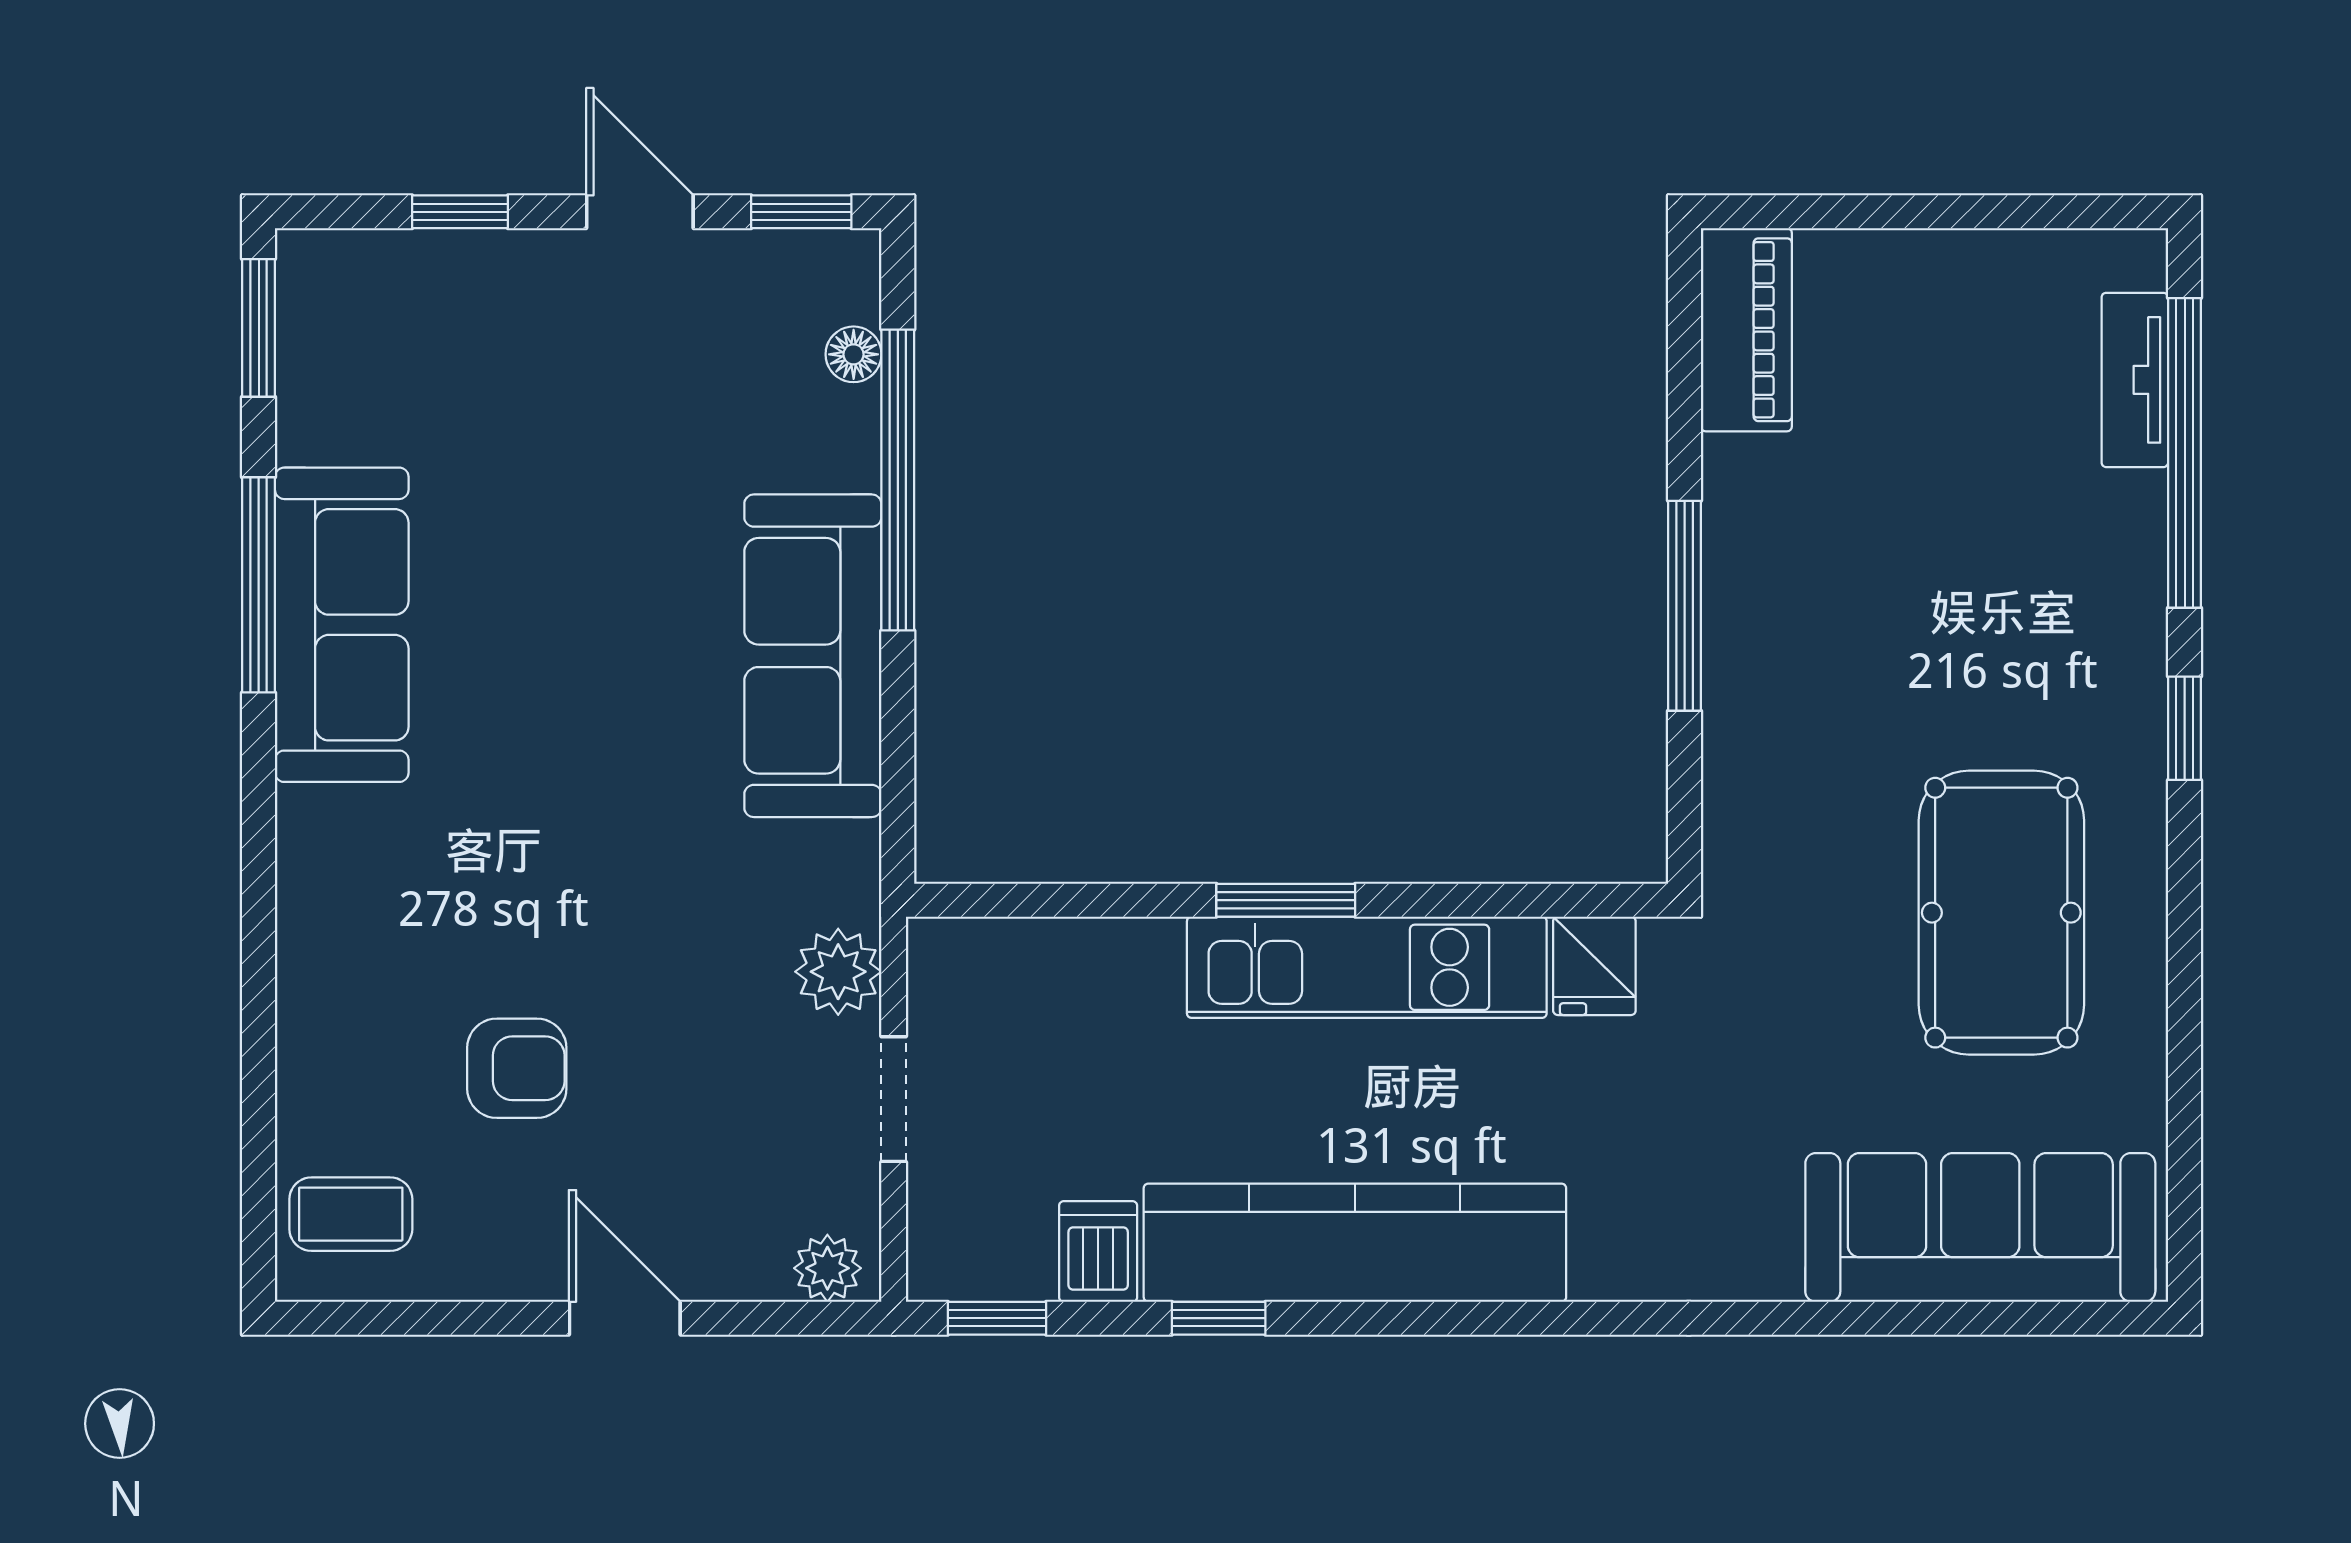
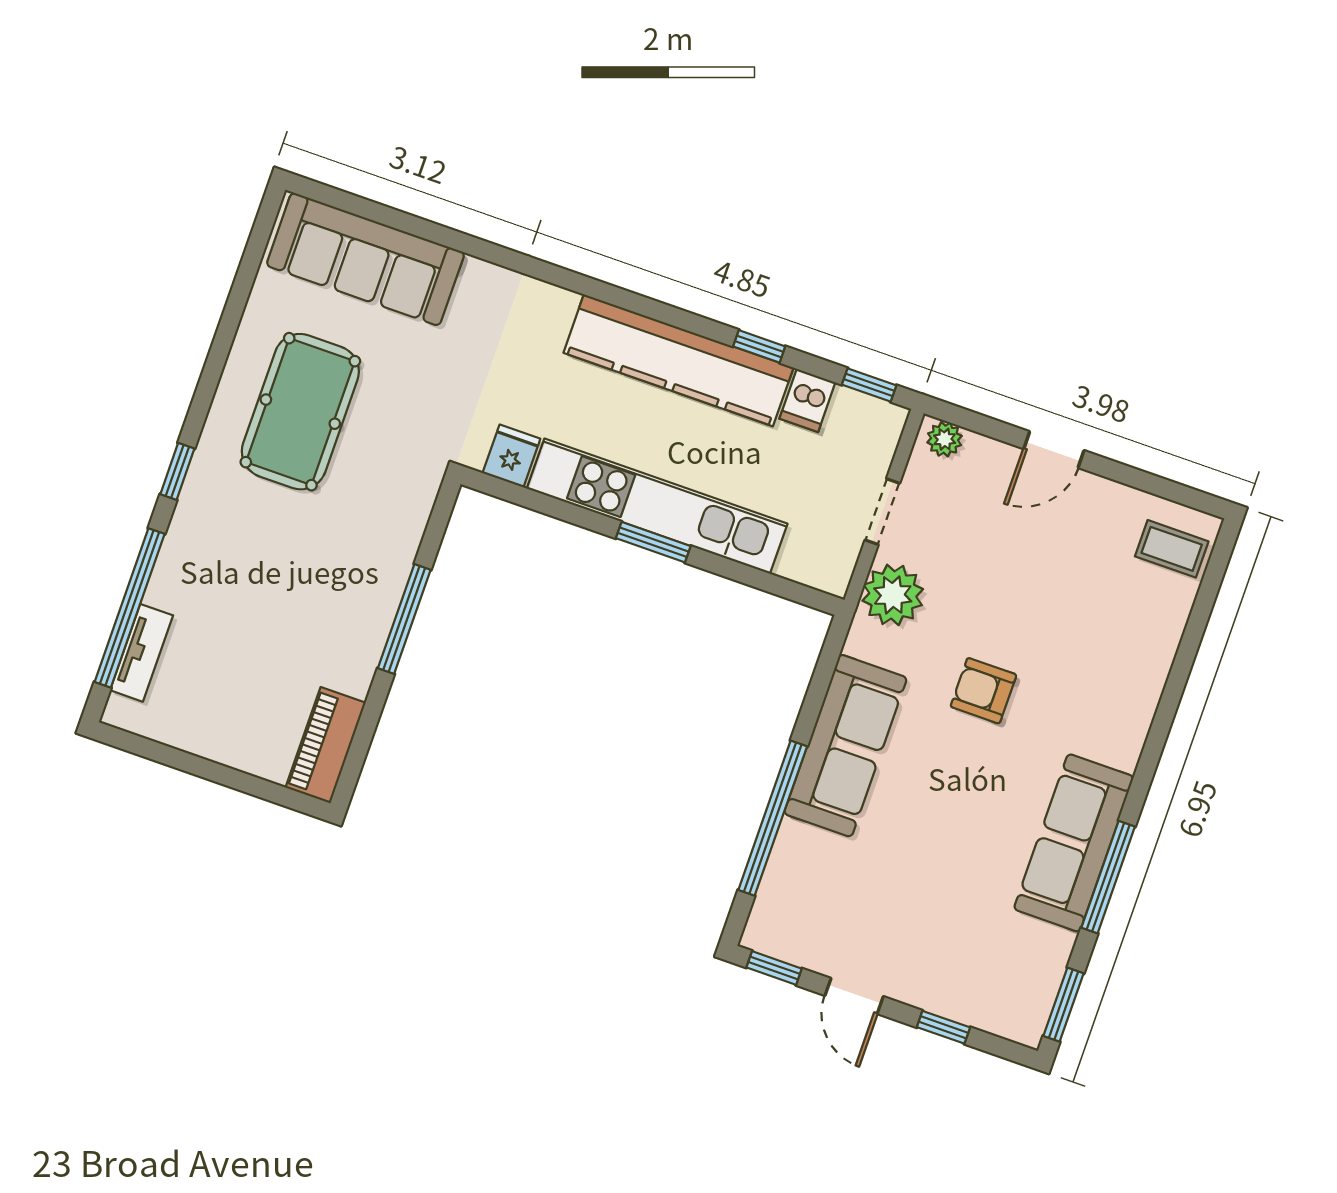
floor lamp: (854, 354) -> (773, 888), removed
kitchen unit: (1367, 967) -> (657, 506), width x1.36
plant: (838, 972) -> (893, 595), width x1.36, depth x1.36
armchair: (517, 1068) -> (983, 691), moved
door: (625, 1318) -> (1054, 450), hinge flipped

